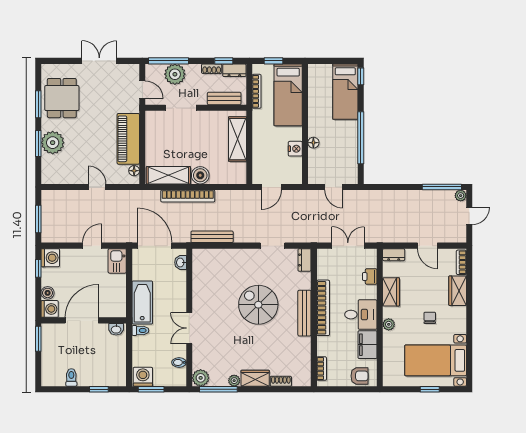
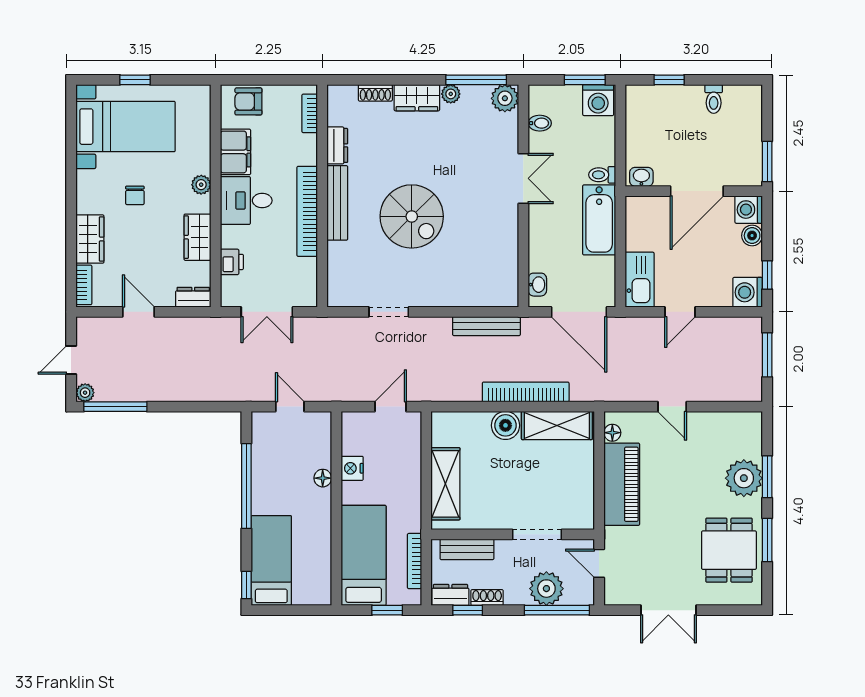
dresser: (304, 260) -> (337, 145), moved
kitchen sink: (117, 261) -> (640, 280), width x1.38

